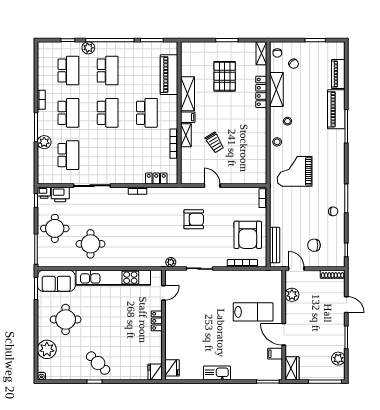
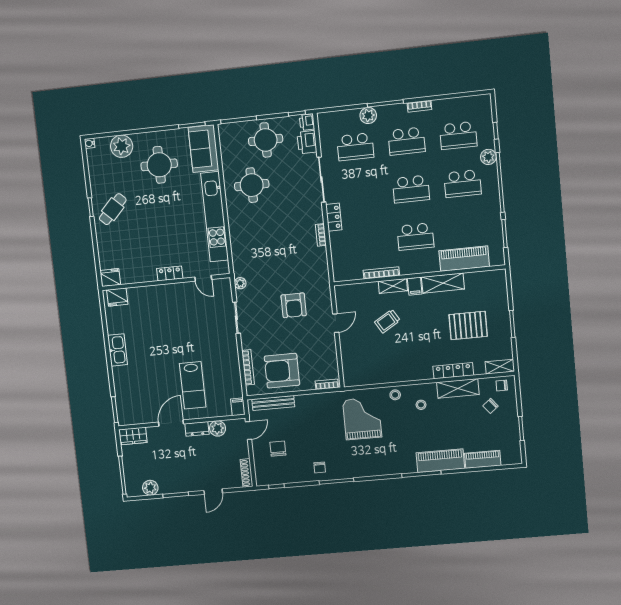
locker: (156, 178) -> (334, 217), moved
dresser: (291, 312) -> (197, 429), added
filing cabinet: (275, 354) -> (238, 407), moved

